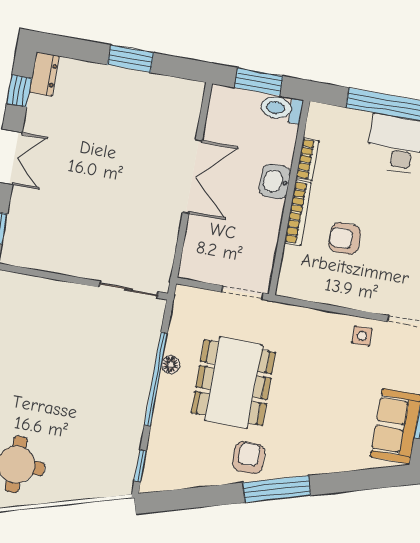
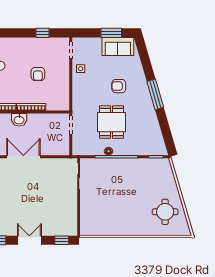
armchair: (345, 238) -> (38, 74), moved
dining table: (233, 383) -> (112, 122), width x0.73
armchair: (249, 458) -> (119, 86), moved

